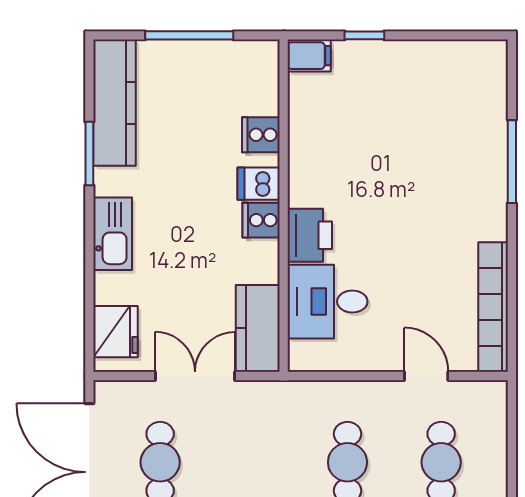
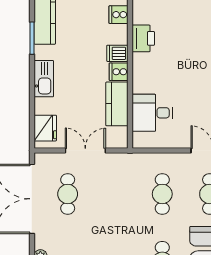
cooker: (261, 135) -> (119, 15), moved
printer: (310, 235) -> (143, 38), moved
kitchen counter: (258, 328) -> (117, 104), moved

